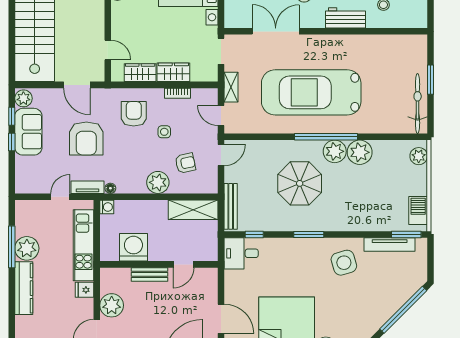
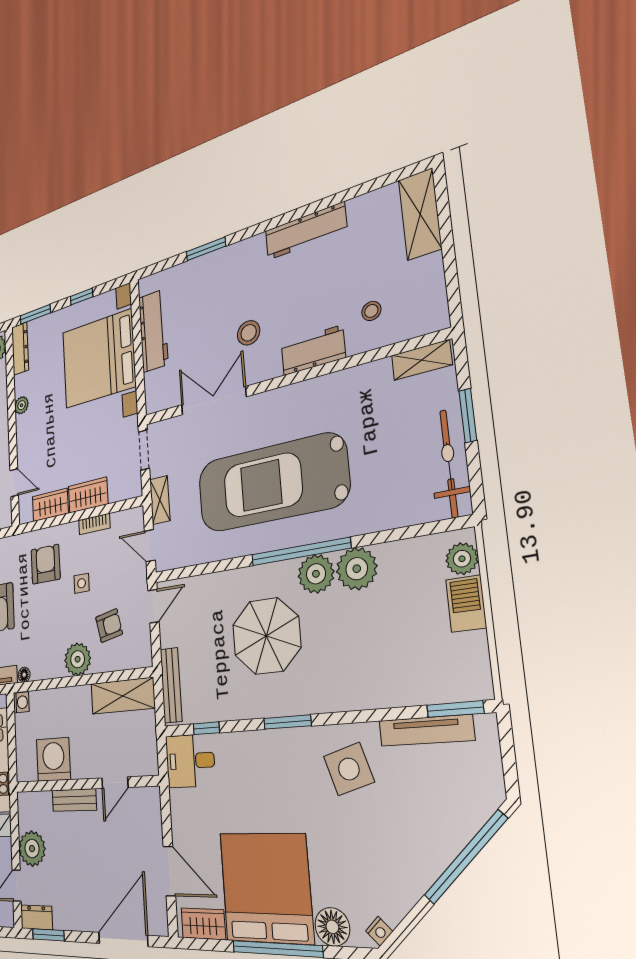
shelving: (409, 42) -> (422, 360), added
barbecue: (418, 210) -> (466, 604), moved

